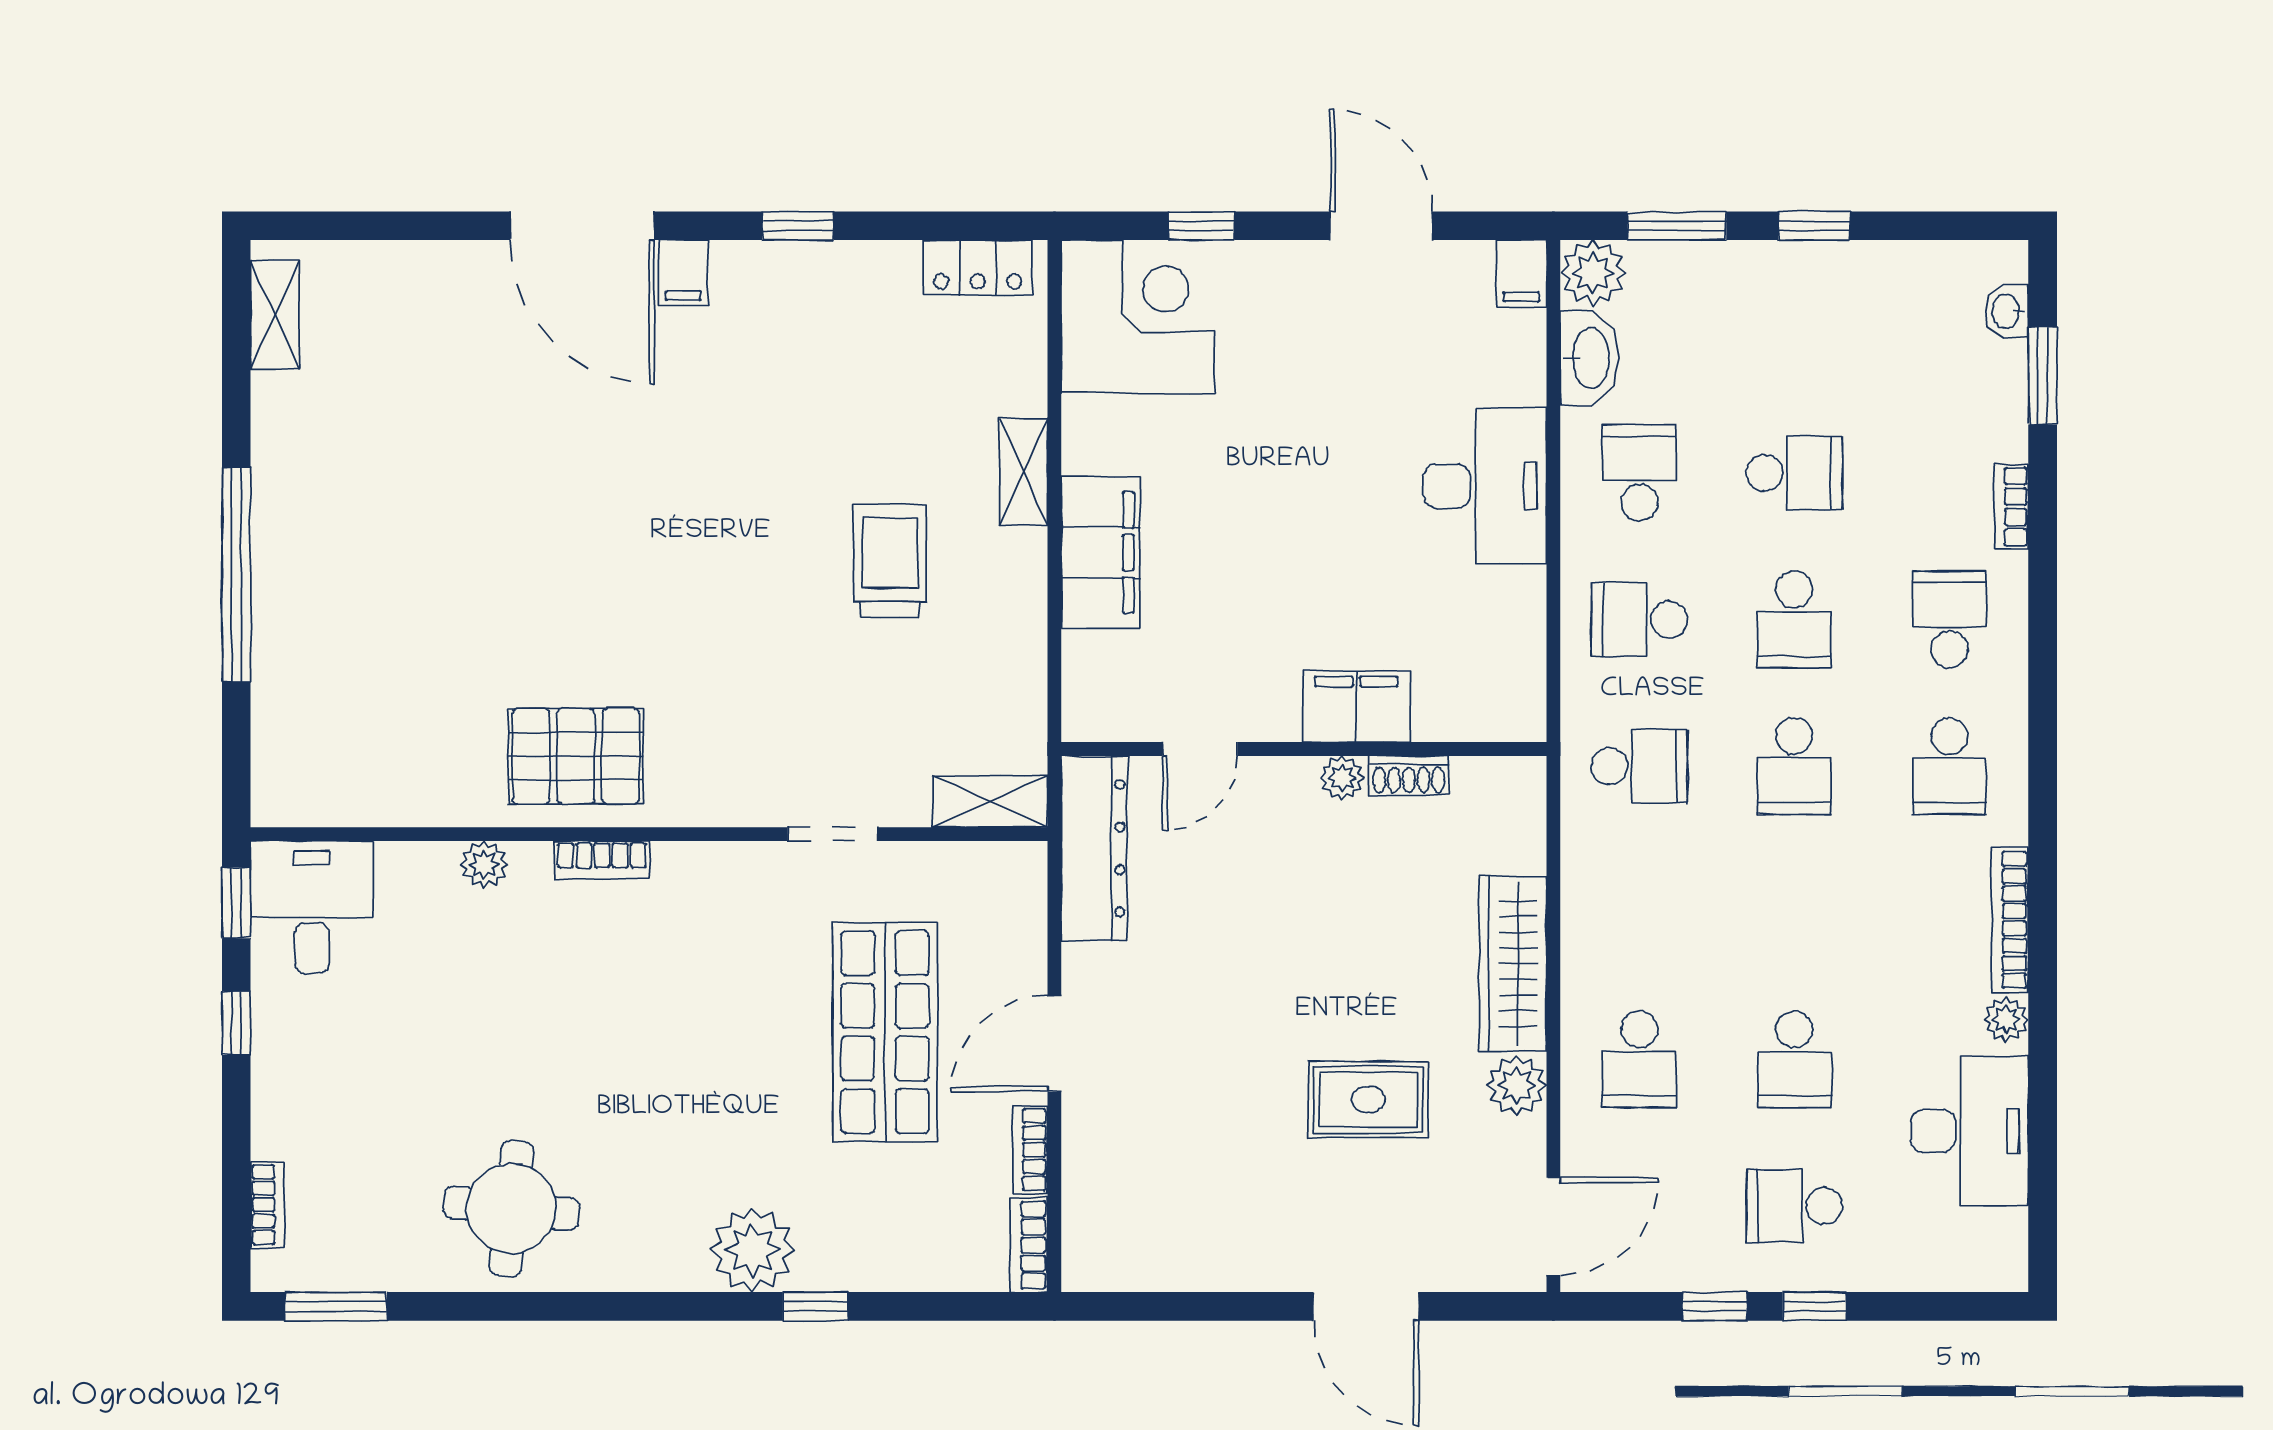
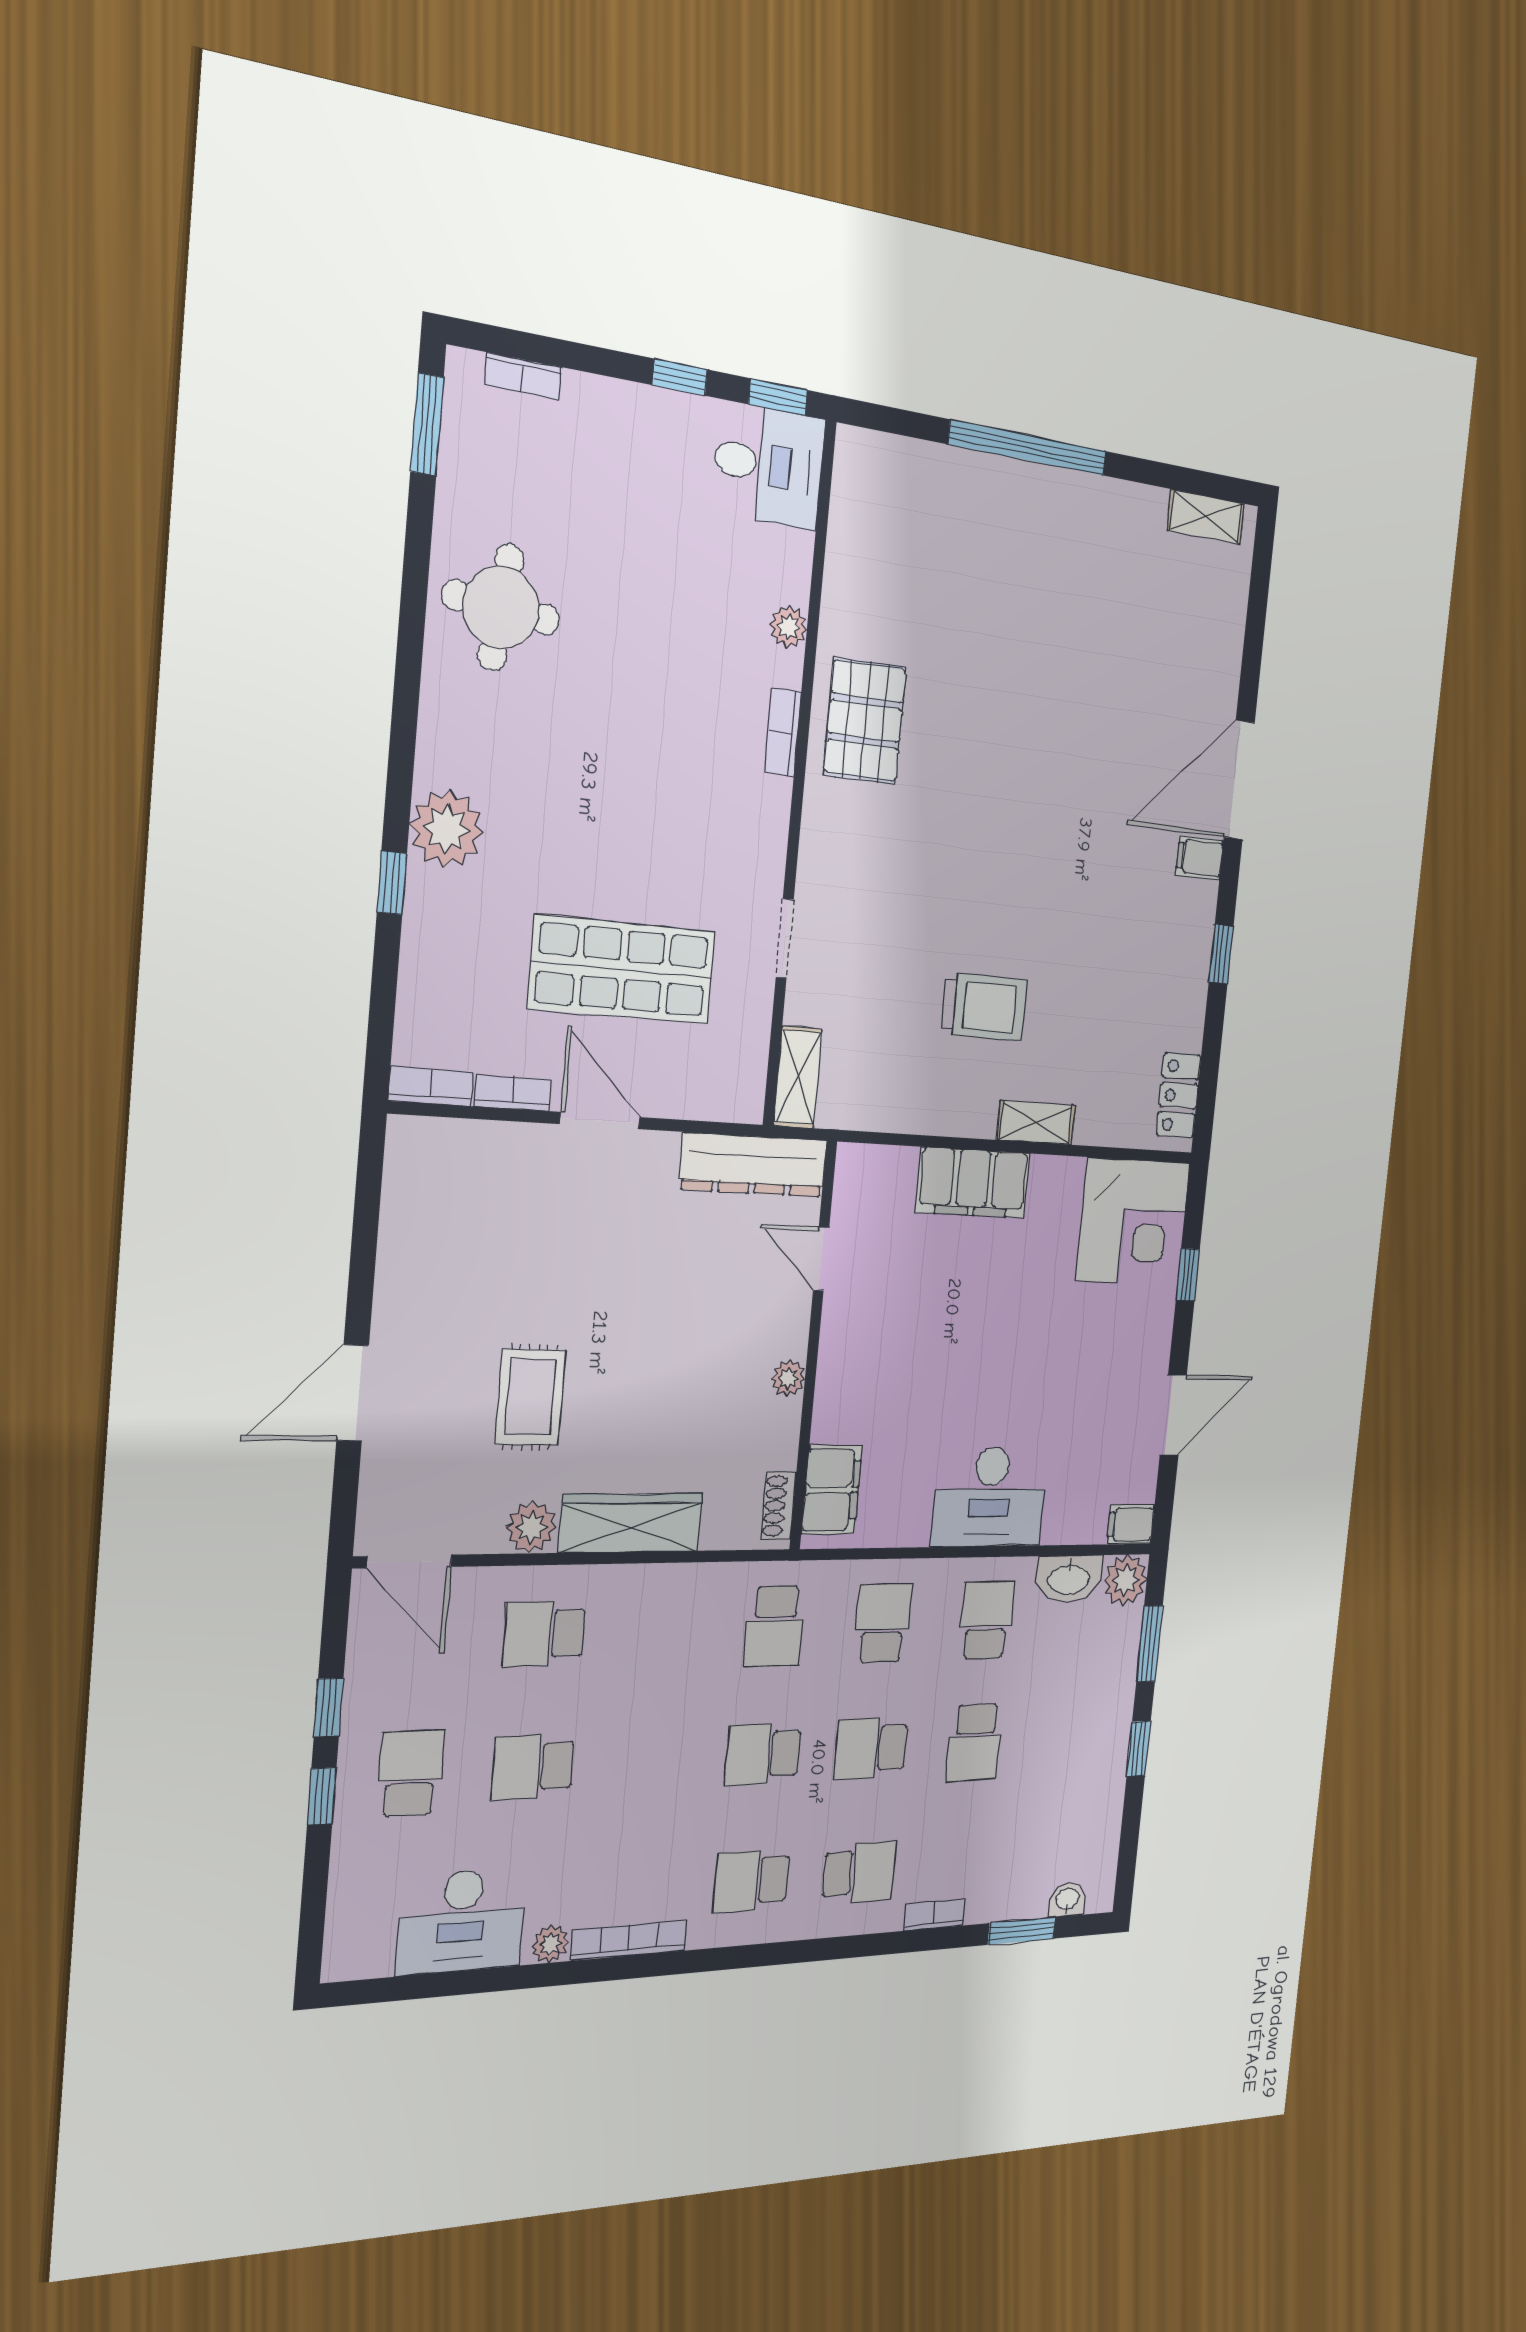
school desk: (1639, 473) -> (987, 1620), turned -90
filing cabinet: (1356, 707) -> (832, 1490), moved
shoe rack: (1409, 775) -> (779, 1506), moved

